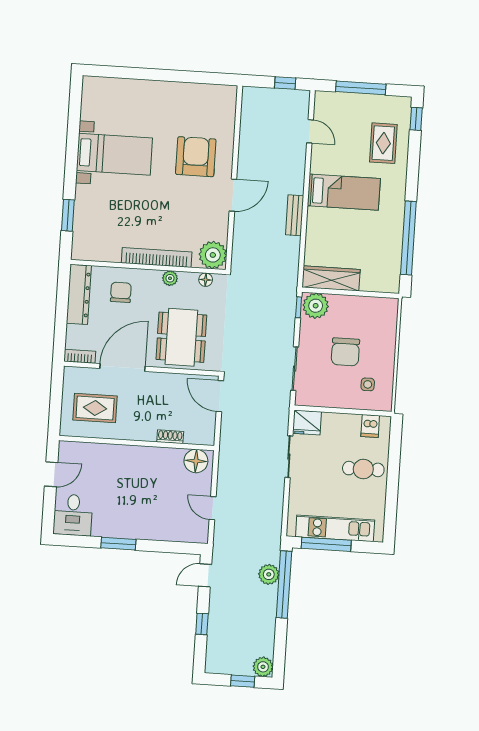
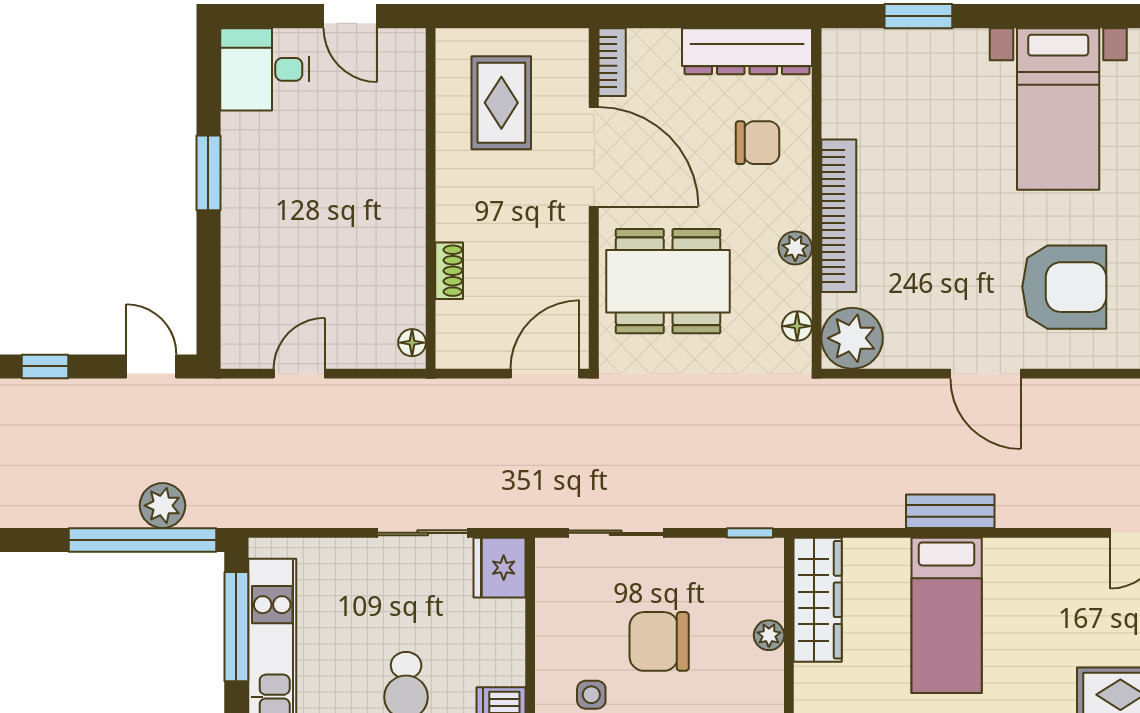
bed: (344, 192) -> (947, 615), moved
plant: (316, 306) -> (769, 635), moved, width x0.53, depth x0.53
floor lamp: (196, 461) -> (412, 343), width x0.53, depth x0.53

